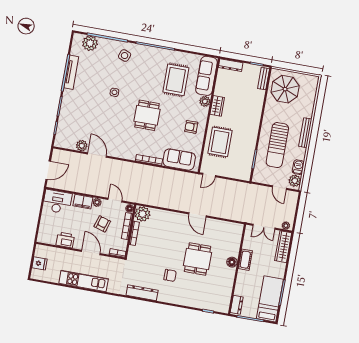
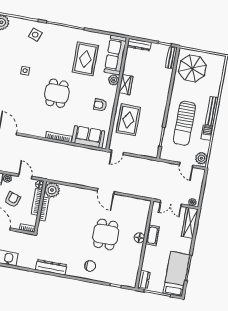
barbecue: (298, 167) -> (207, 133), moved
chair: (170, 275) -> (90, 266), moved

